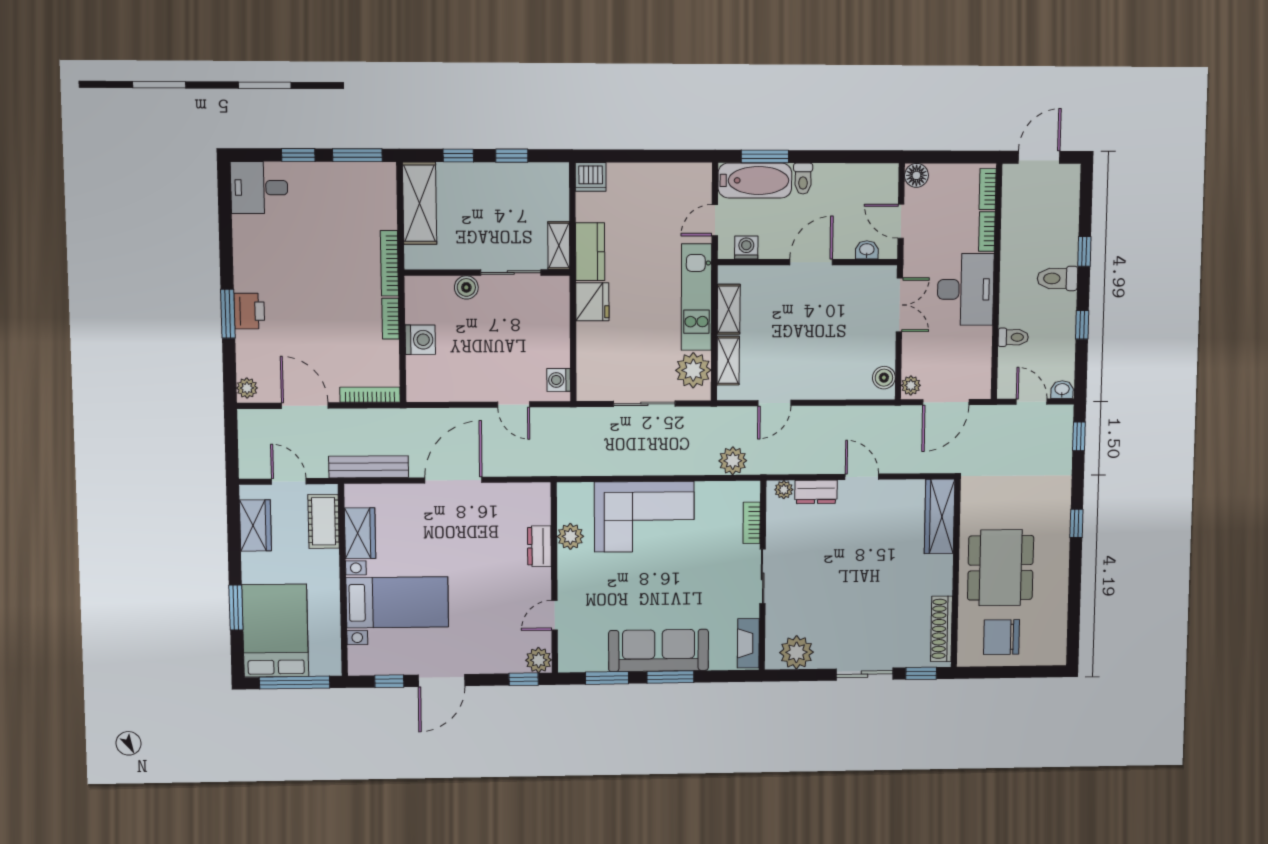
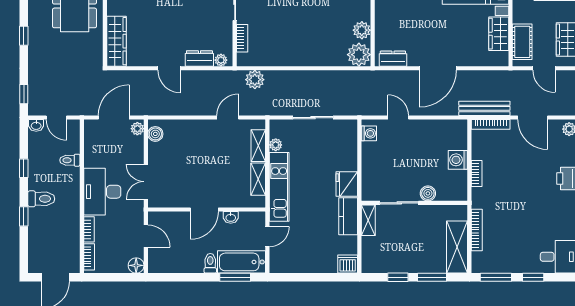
window: (458, 155) -> (432, 277), width x1.50
washing machine: (746, 248) -> (247, 219), removed
washbasin: (867, 250) -> (231, 217), moved
bookcase: (389, 263) -> (477, 230), moved
plant: (693, 370) -> (276, 145), width x0.53, depth x0.53
bench: (369, 467) -> (484, 108), moved
plant: (575, 500) -> (359, 55), added
corner sofa: (644, 517) -> (313, 43), removed
dresser: (539, 546) -> (393, 59), moved, turned -90

